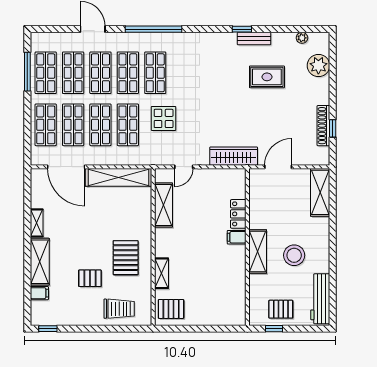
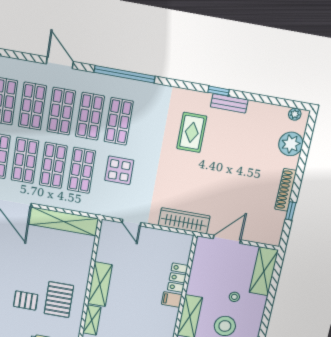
plant: (302, 38) -> (295, 114), moved
rug: (267, 77) -> (192, 132), moved, turned 90
shoe rack: (323, 126) -> (286, 190), moved
door: (184, 167) -> (131, 223), hinge flipped
shelving: (163, 205) -> (100, 284), moved
stool: (297, 223) -> (234, 297), added
pallet: (90, 278) -> (26, 301), moved

